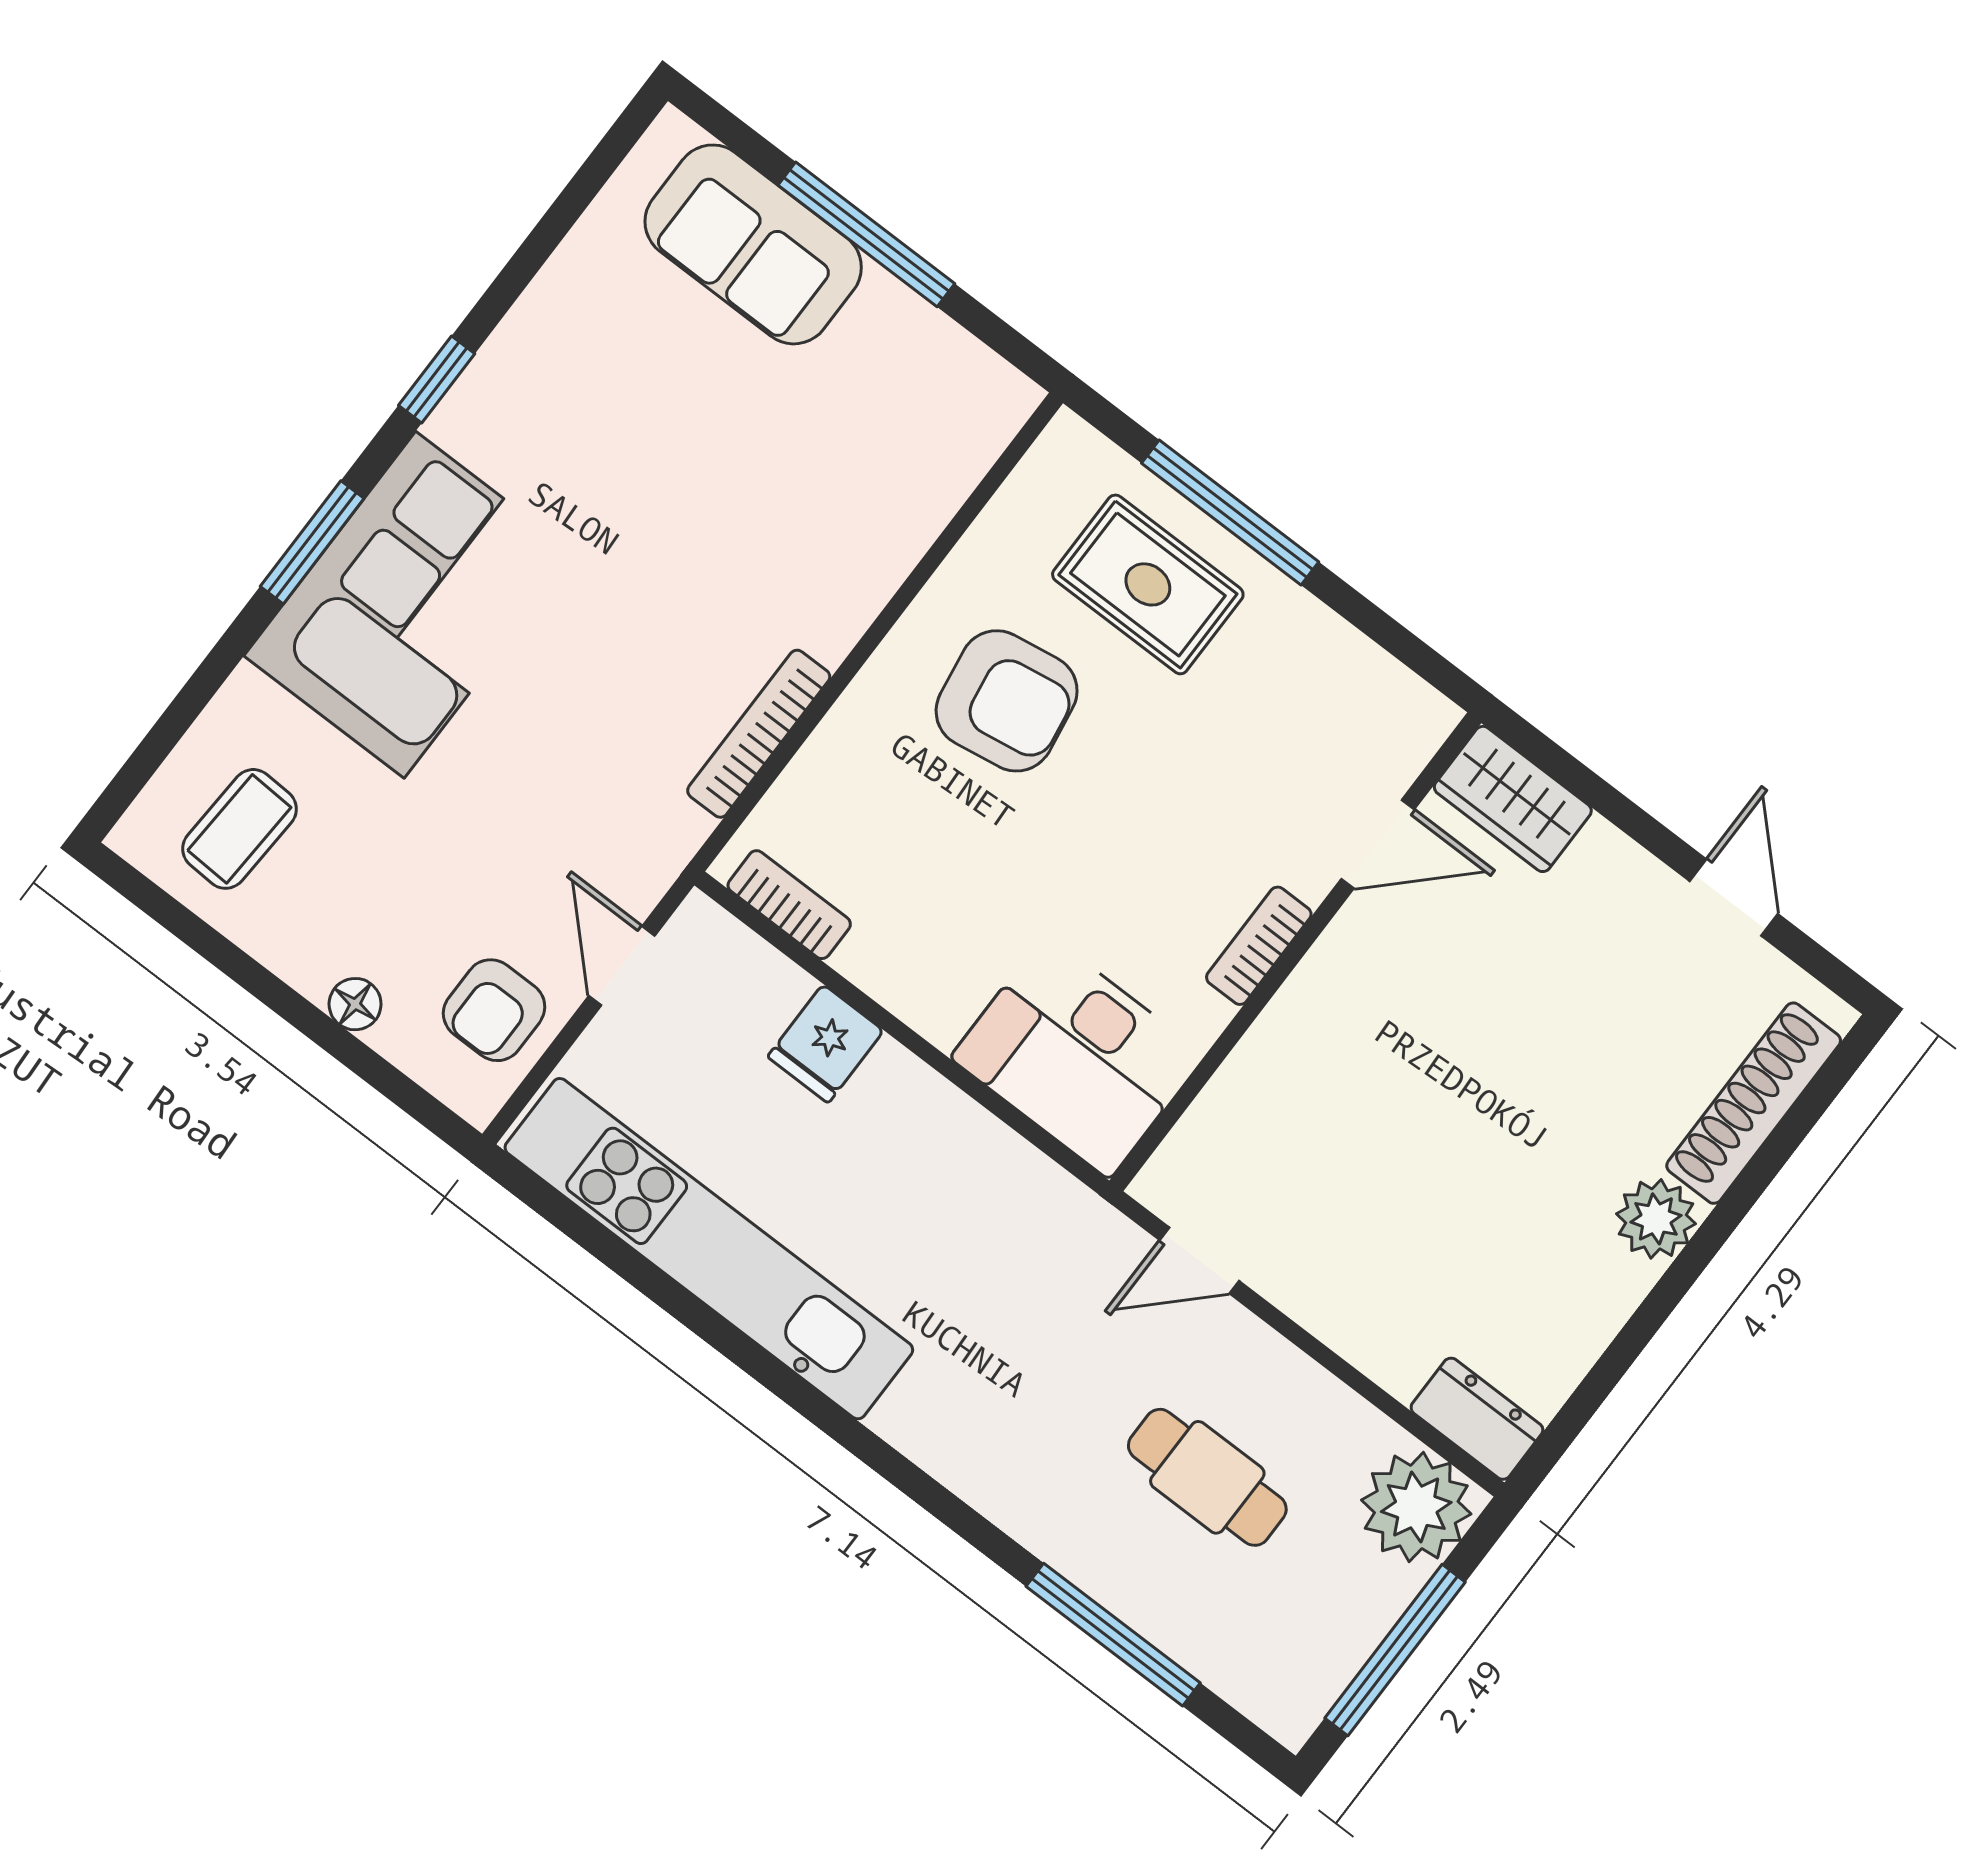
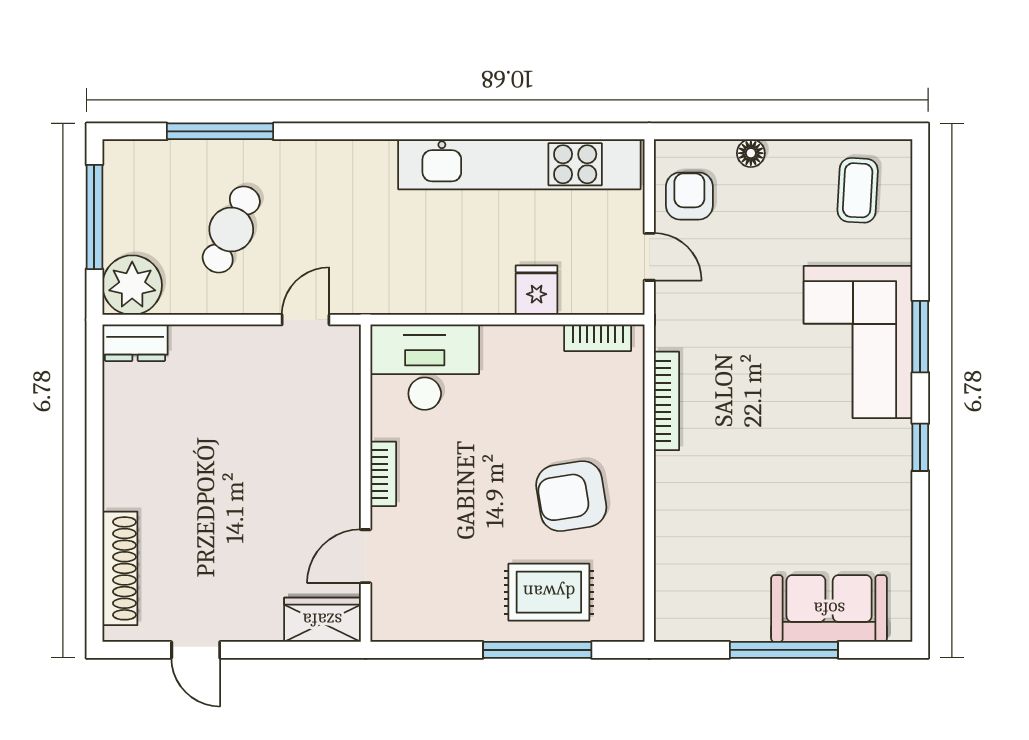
plant: (1656, 1219) -> (124, 487), removed
cafe table: (1207, 1477) -> (231, 229), turned -65

